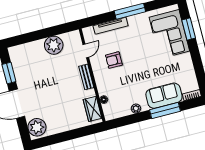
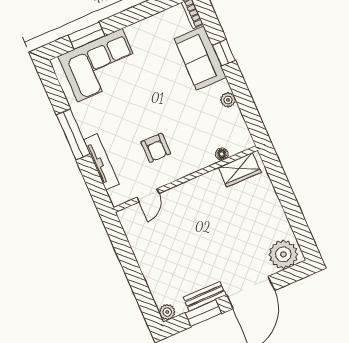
plant: (54, 45) -> (167, 312), moved, width x0.53, depth x0.53
door: (86, 51) -> (148, 195), swing flipped
bench: (86, 77) -> (204, 296), moved
window: (165, 110) -> (224, 53), width x0.46

